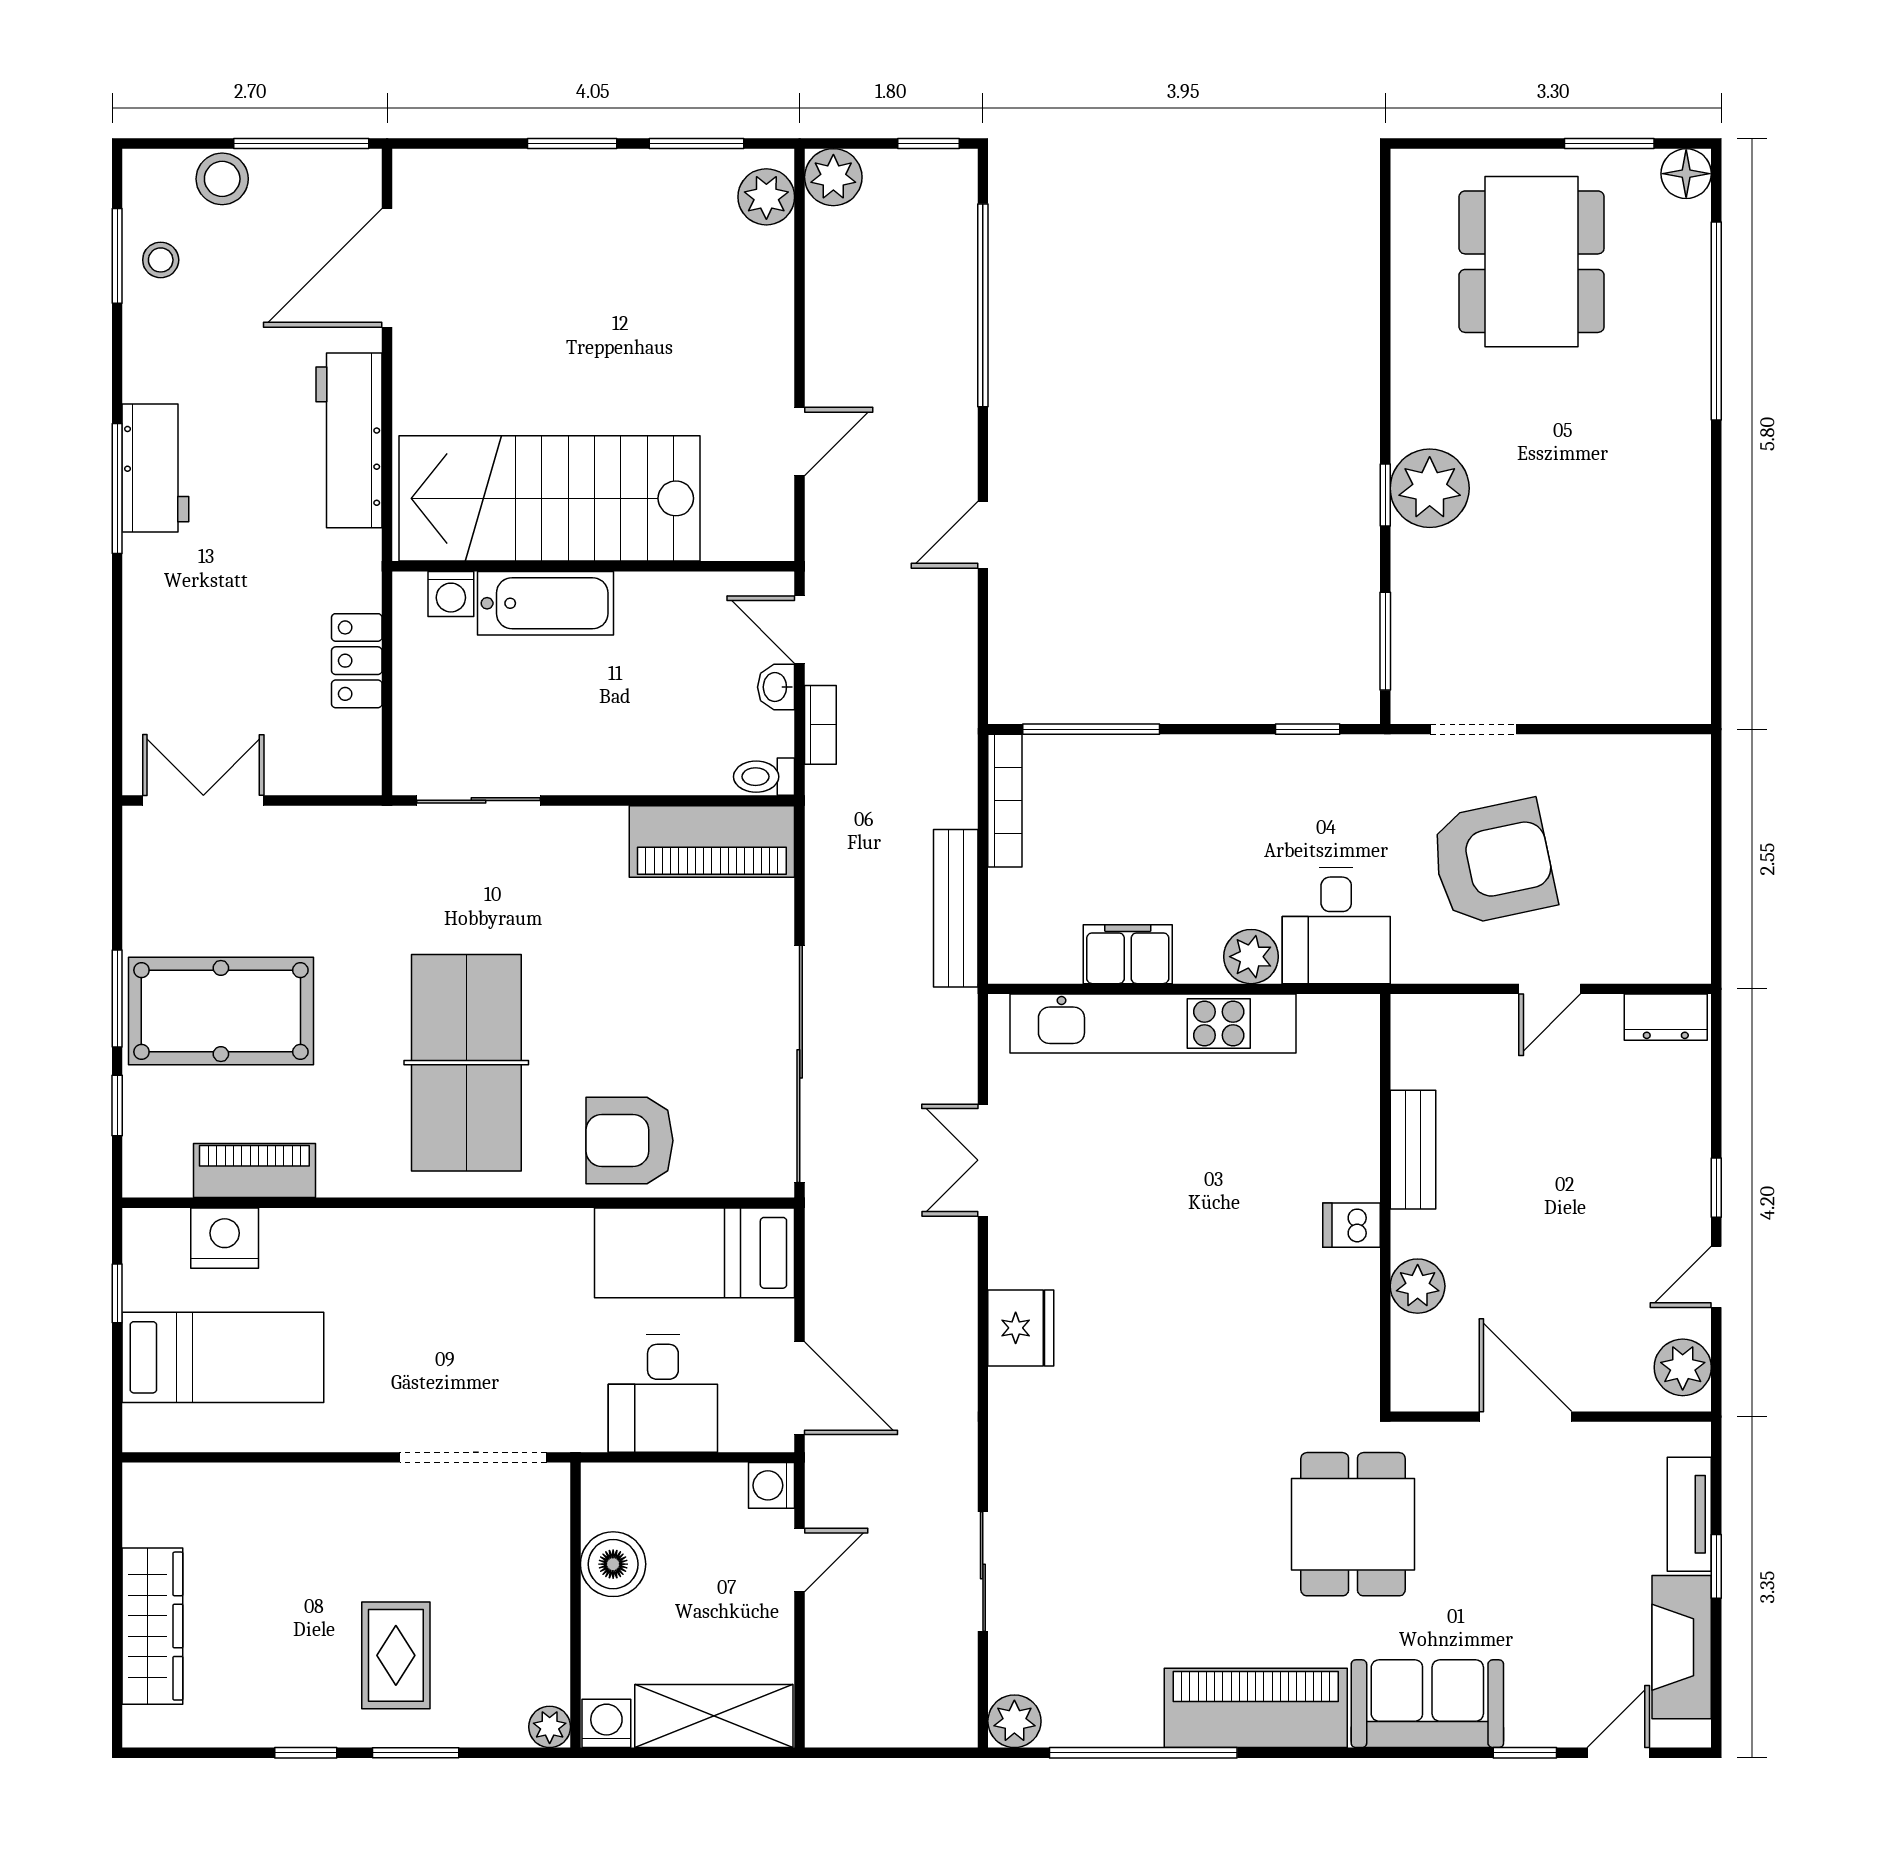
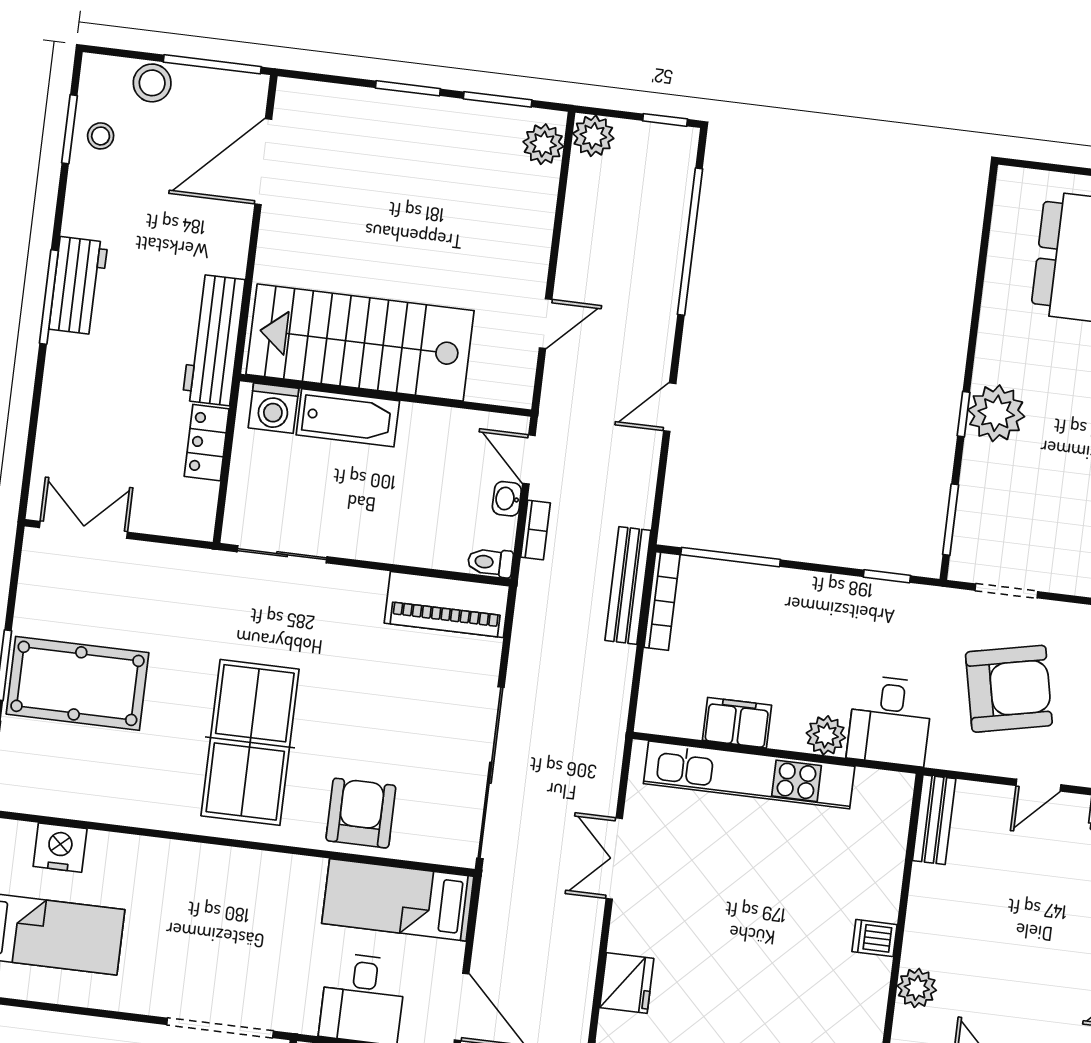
workbench: (349, 440) -> (214, 340), moved
washing machine: (451, 594) -> (273, 408), width x1.38, depth x1.38
bench: (956, 908) -> (628, 585), moved
armchair: (629, 1141) -> (361, 813), turned 90
bench: (1413, 1150) -> (934, 820), moved
piano: (254, 1170) -> (88, 801), removed

